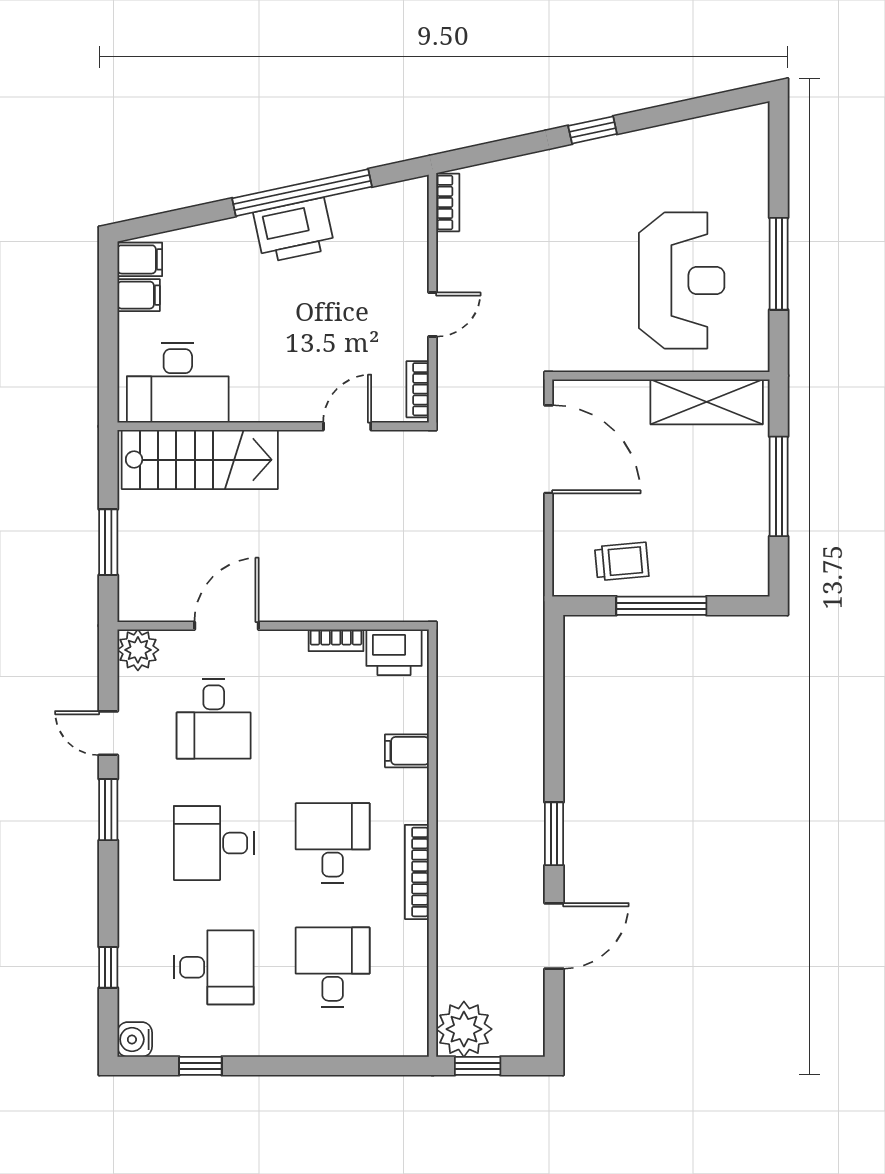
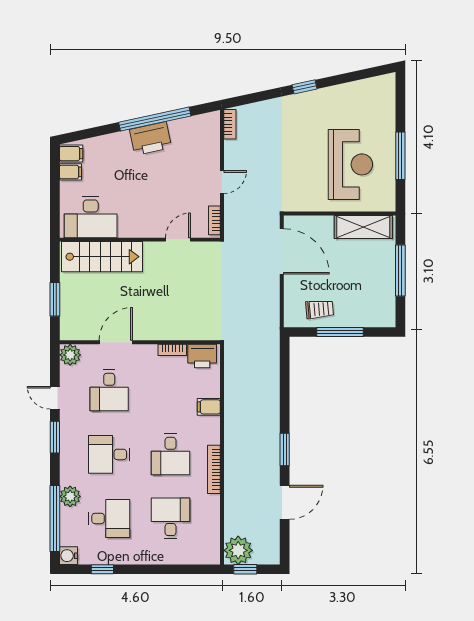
desk: (333, 843) -> (170, 454), turned 180
plant: (138, 924) -> (70, 496), added
window: (108, 967) -> (55, 519), width x3.17

